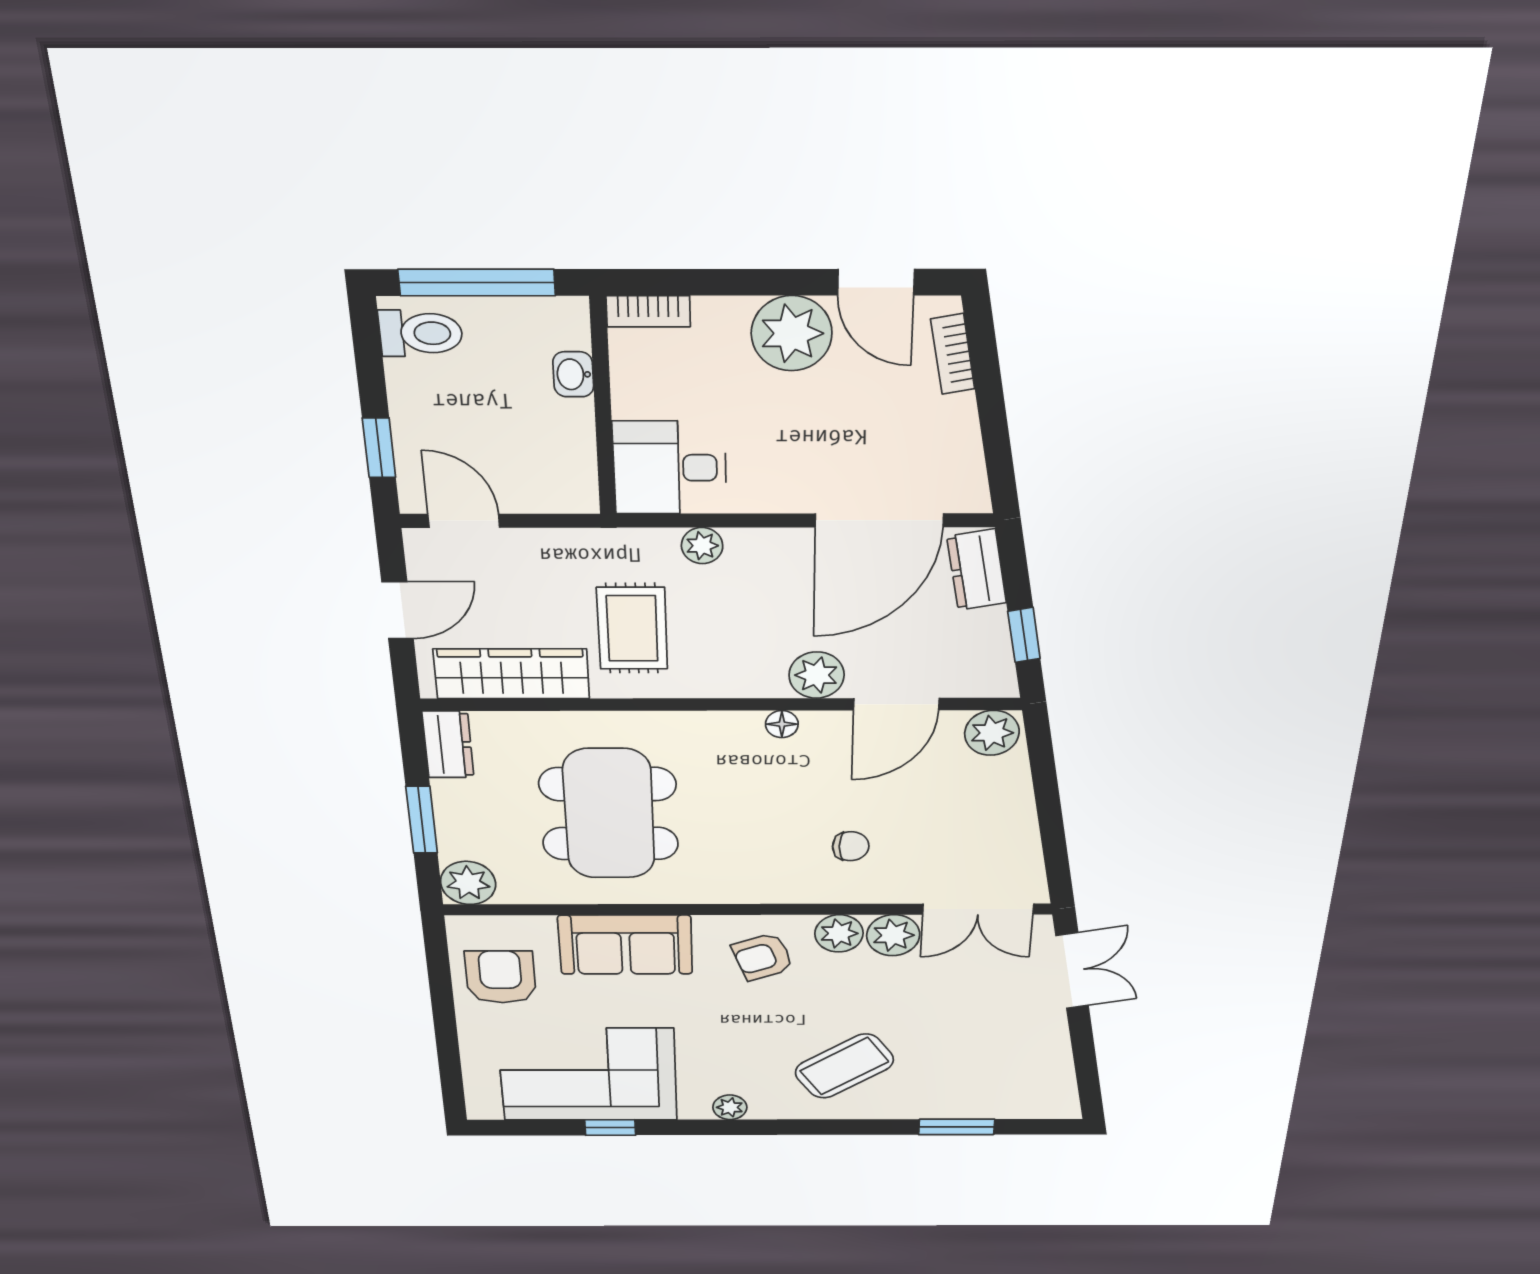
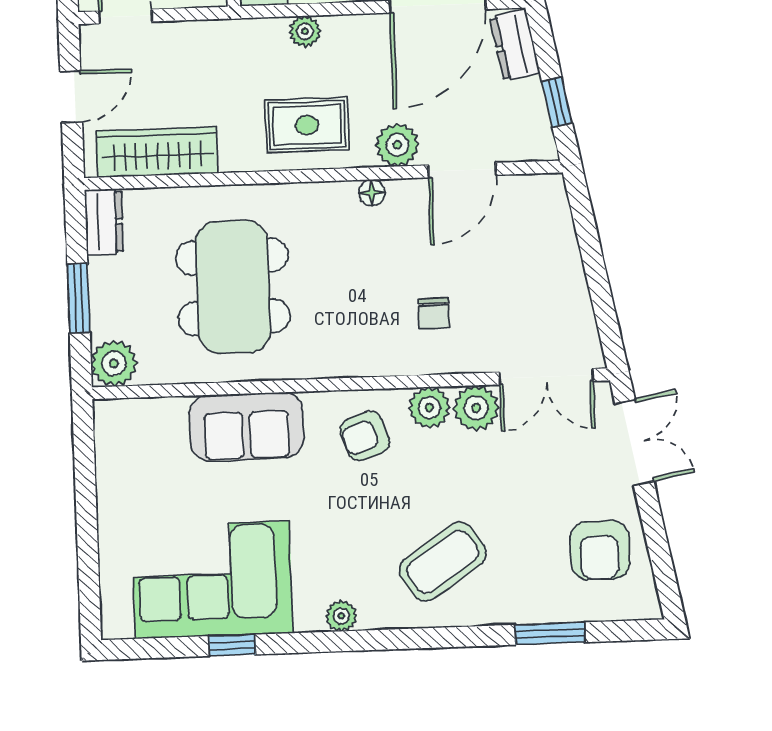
rug: (632, 628) -> (307, 125), moved, turned 90
plant: (992, 733) -> (541, 195), removed
chair: (851, 846) -> (434, 313), turned 90
armchair: (501, 977) -> (600, 550), moved, turned 180

